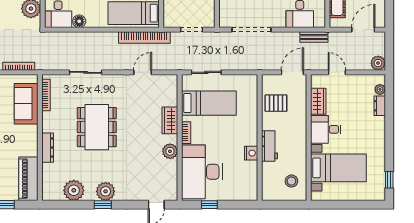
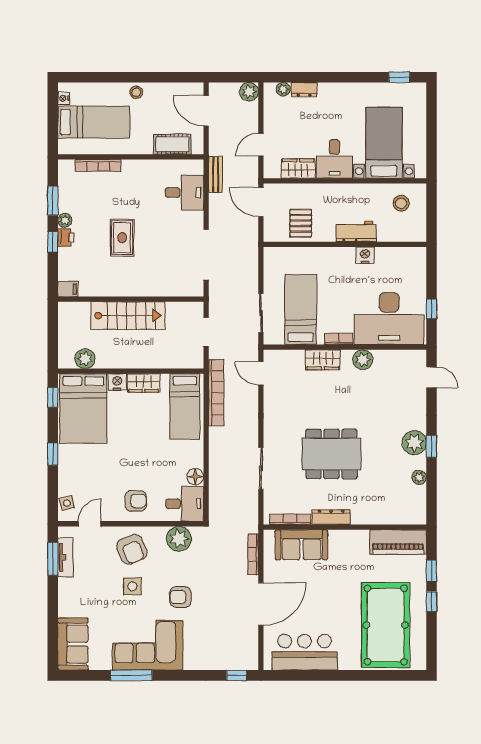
door: (143, 72) -> (261, 373), moved
dresser: (48, 148) -> (331, 517), moved
plant: (74, 190) -> (419, 477), width x0.53, depth x0.53

